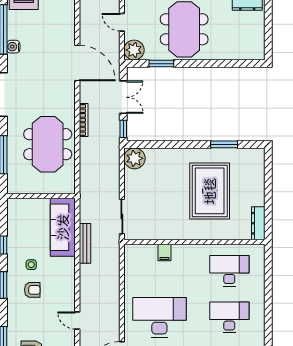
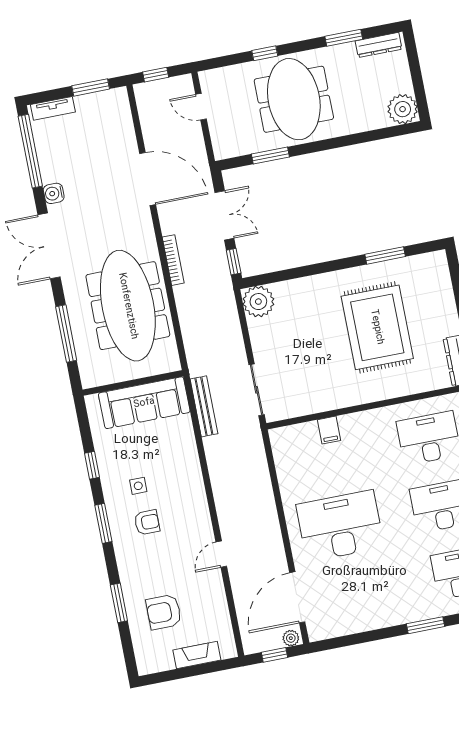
water cooler: (13, 47) -> (54, 193), moved
plant: (134, 50) -> (403, 109), moved
meeting table: (48, 144) -> (128, 306), width x1.36
sofa: (63, 227) -> (144, 403), moved, turned -90
bench: (85, 243) -> (204, 406), moved
door: (77, 320) -> (221, 554), hinge flipped

